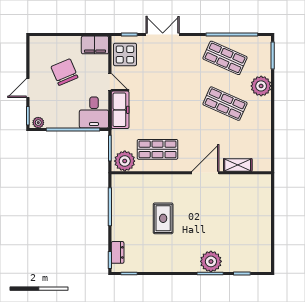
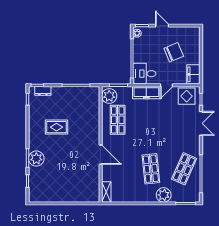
shop shelf: (225, 104) -> (151, 169), turned -30
shelving: (238, 165) -> (106, 192), moved
rug: (163, 218) -> (56, 127), moved

